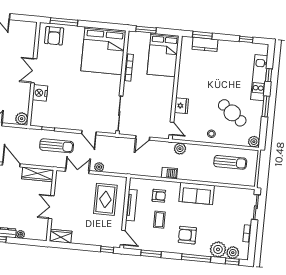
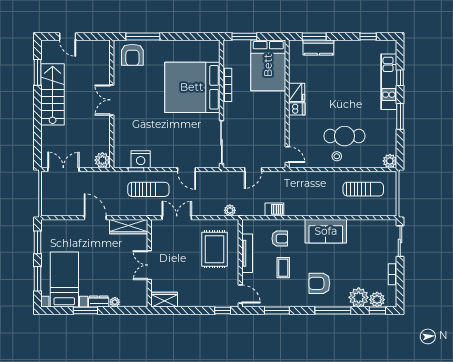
bed: (103, 51) -> (192, 87), moved, turned 90
dishwasher: (183, 92) -> (297, 109), added
nightstand: (40, 93) -> (141, 159), moved, turned -90
fridge: (181, 106) -> (297, 92), moved
cafe table: (232, 113) -> (344, 136), moved, turned -38
plant: (180, 149) -> (300, 178), removed
plant: (99, 167) -> (230, 210), moved
barbecue: (169, 173) -> (274, 209), moved

